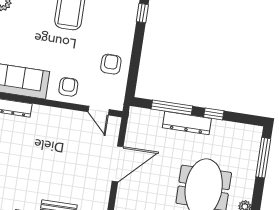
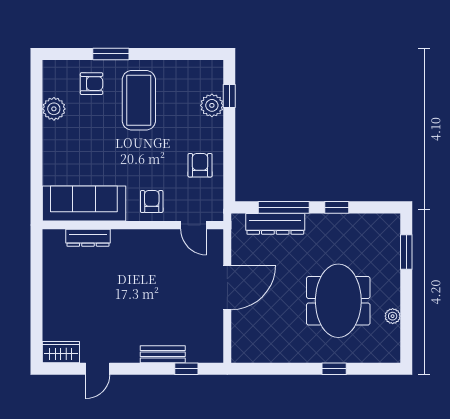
plant: (127, 18) -> (212, 105), added
dresser: (187, 123) -> (275, 224), moved
window: (263, 158) -> (406, 252), width x0.69

